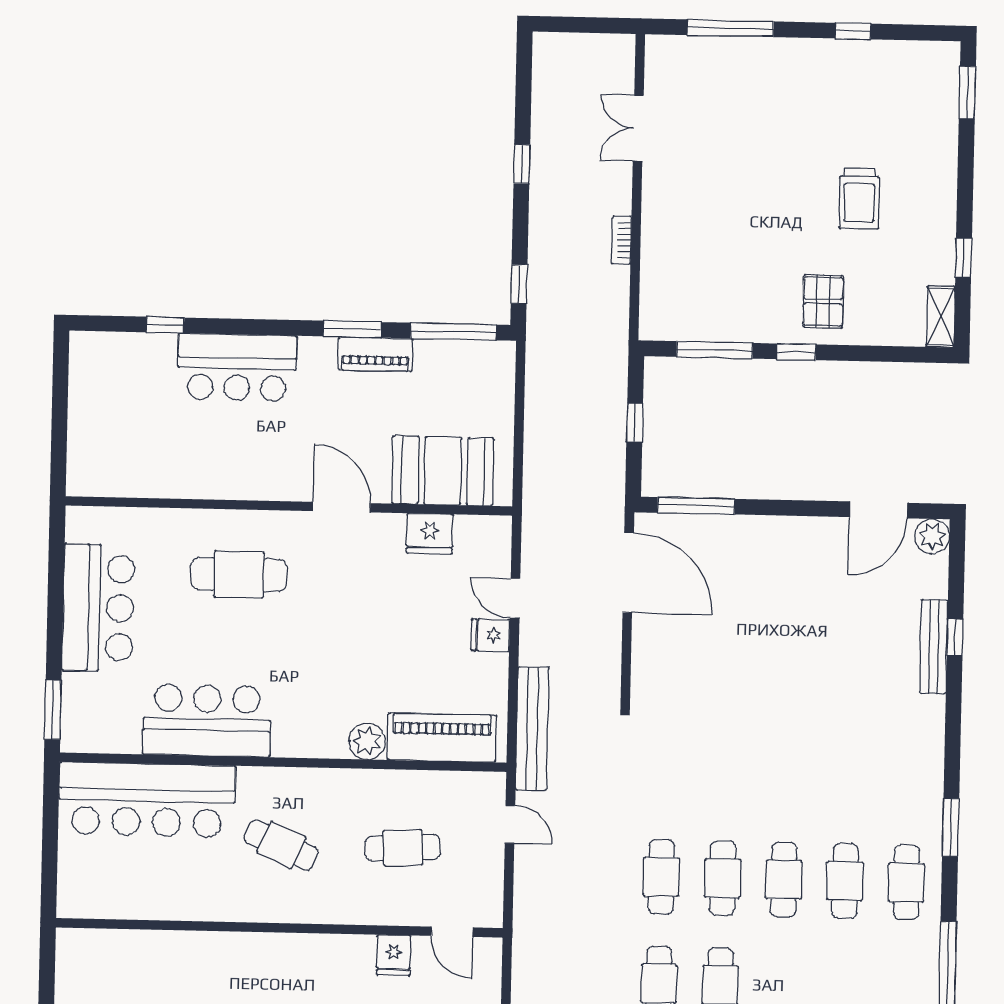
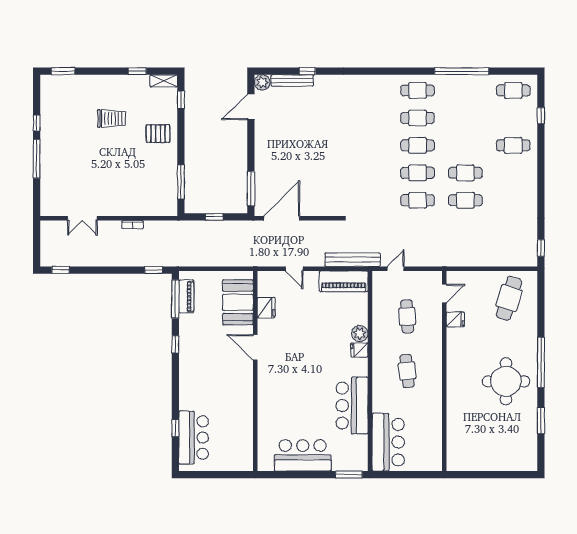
window: (730, 28) -> (37, 159), moved
window: (522, 164) -> (60, 270), moved
window: (353, 329) -> (175, 344), width x0.67
window: (796, 352) -> (181, 100), moved
piano: (375, 354) -> (186, 296), moved
bar counter: (237, 367) -> (194, 438), moved
door: (342, 507) -> (255, 347), hinge flipped
door: (878, 510) -> (251, 107), swing flipped
cafe table: (239, 575) -> (286, 393), removed
door: (515, 598) -> (294, 269), hinge flipped
fridge: (490, 635) -> (359, 350), moved, turned 90
bench: (934, 646) -> (292, 81), moved
piano: (442, 738) -> (344, 281), moved, turned -90
bar counter: (147, 800) -> (388, 442), width x0.73
window: (951, 827) -> (392, 71), removed
cafe table: (281, 845) -> (407, 371), turned -30

